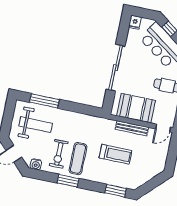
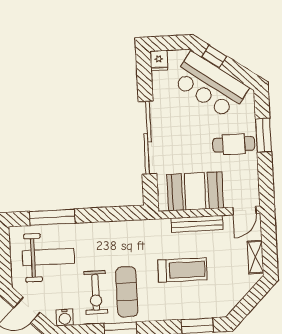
shelving: (162, 158) -> (255, 257), added

